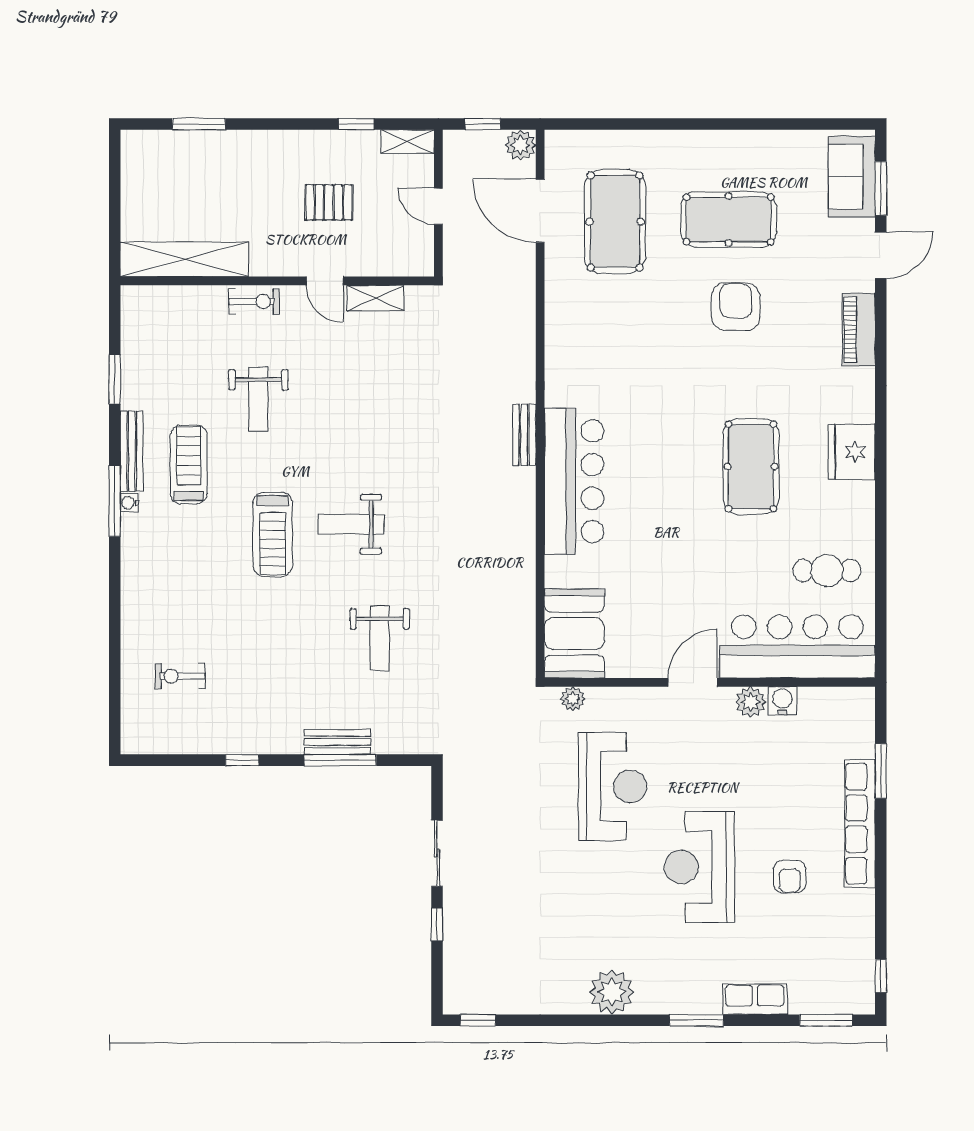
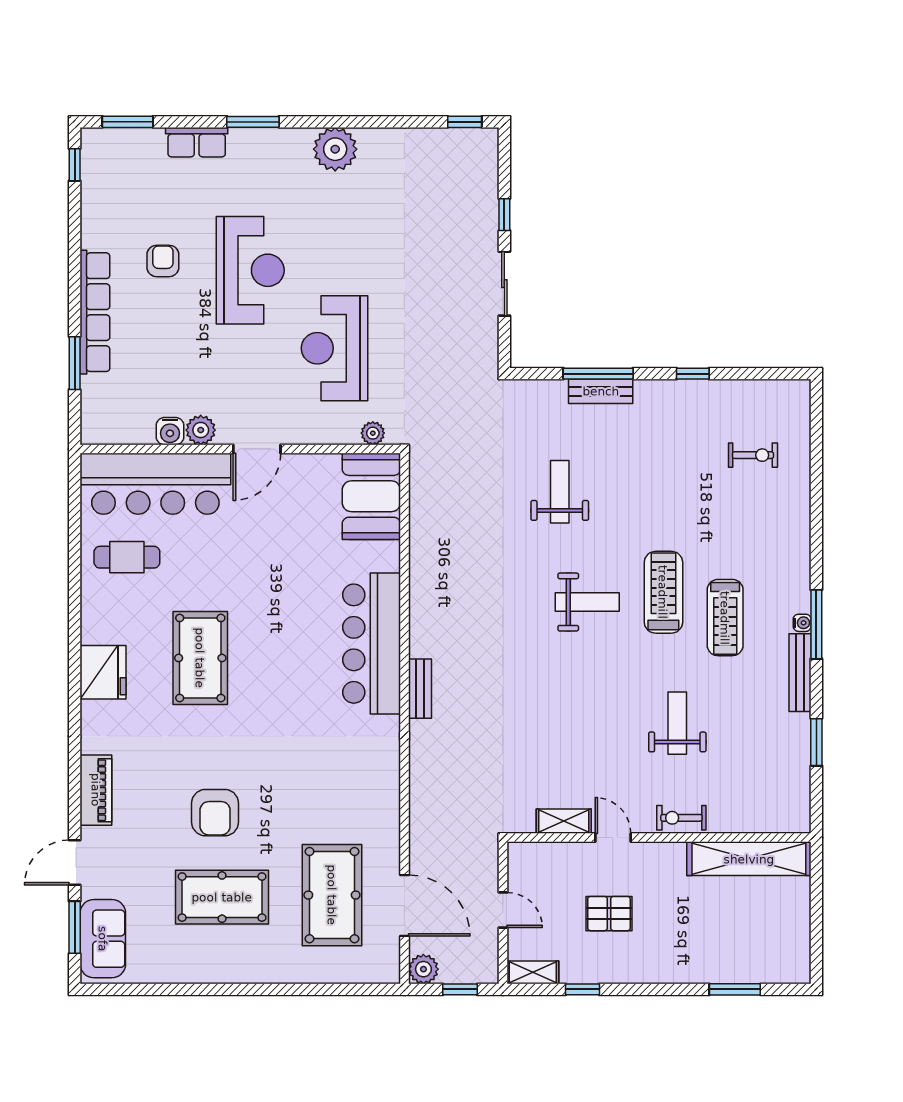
treadmill: (189, 464) -> (725, 618), moved

